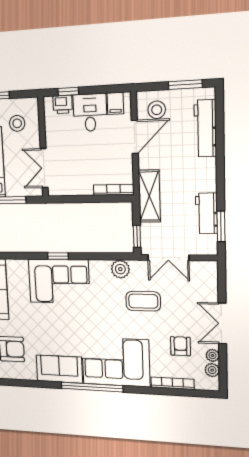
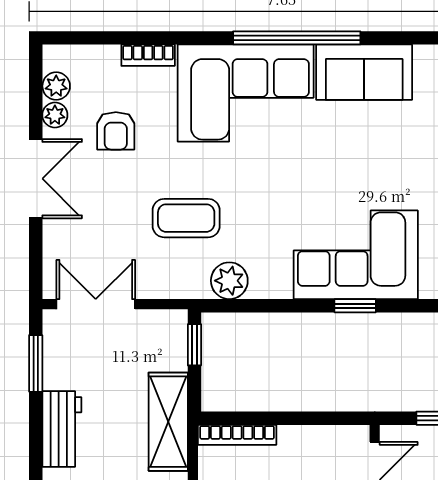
workbench: (207, 213) -> (62, 429), moved
double door: (168, 258) -> (96, 304), moved
bookcase: (173, 383) -> (148, 55), width x0.64

